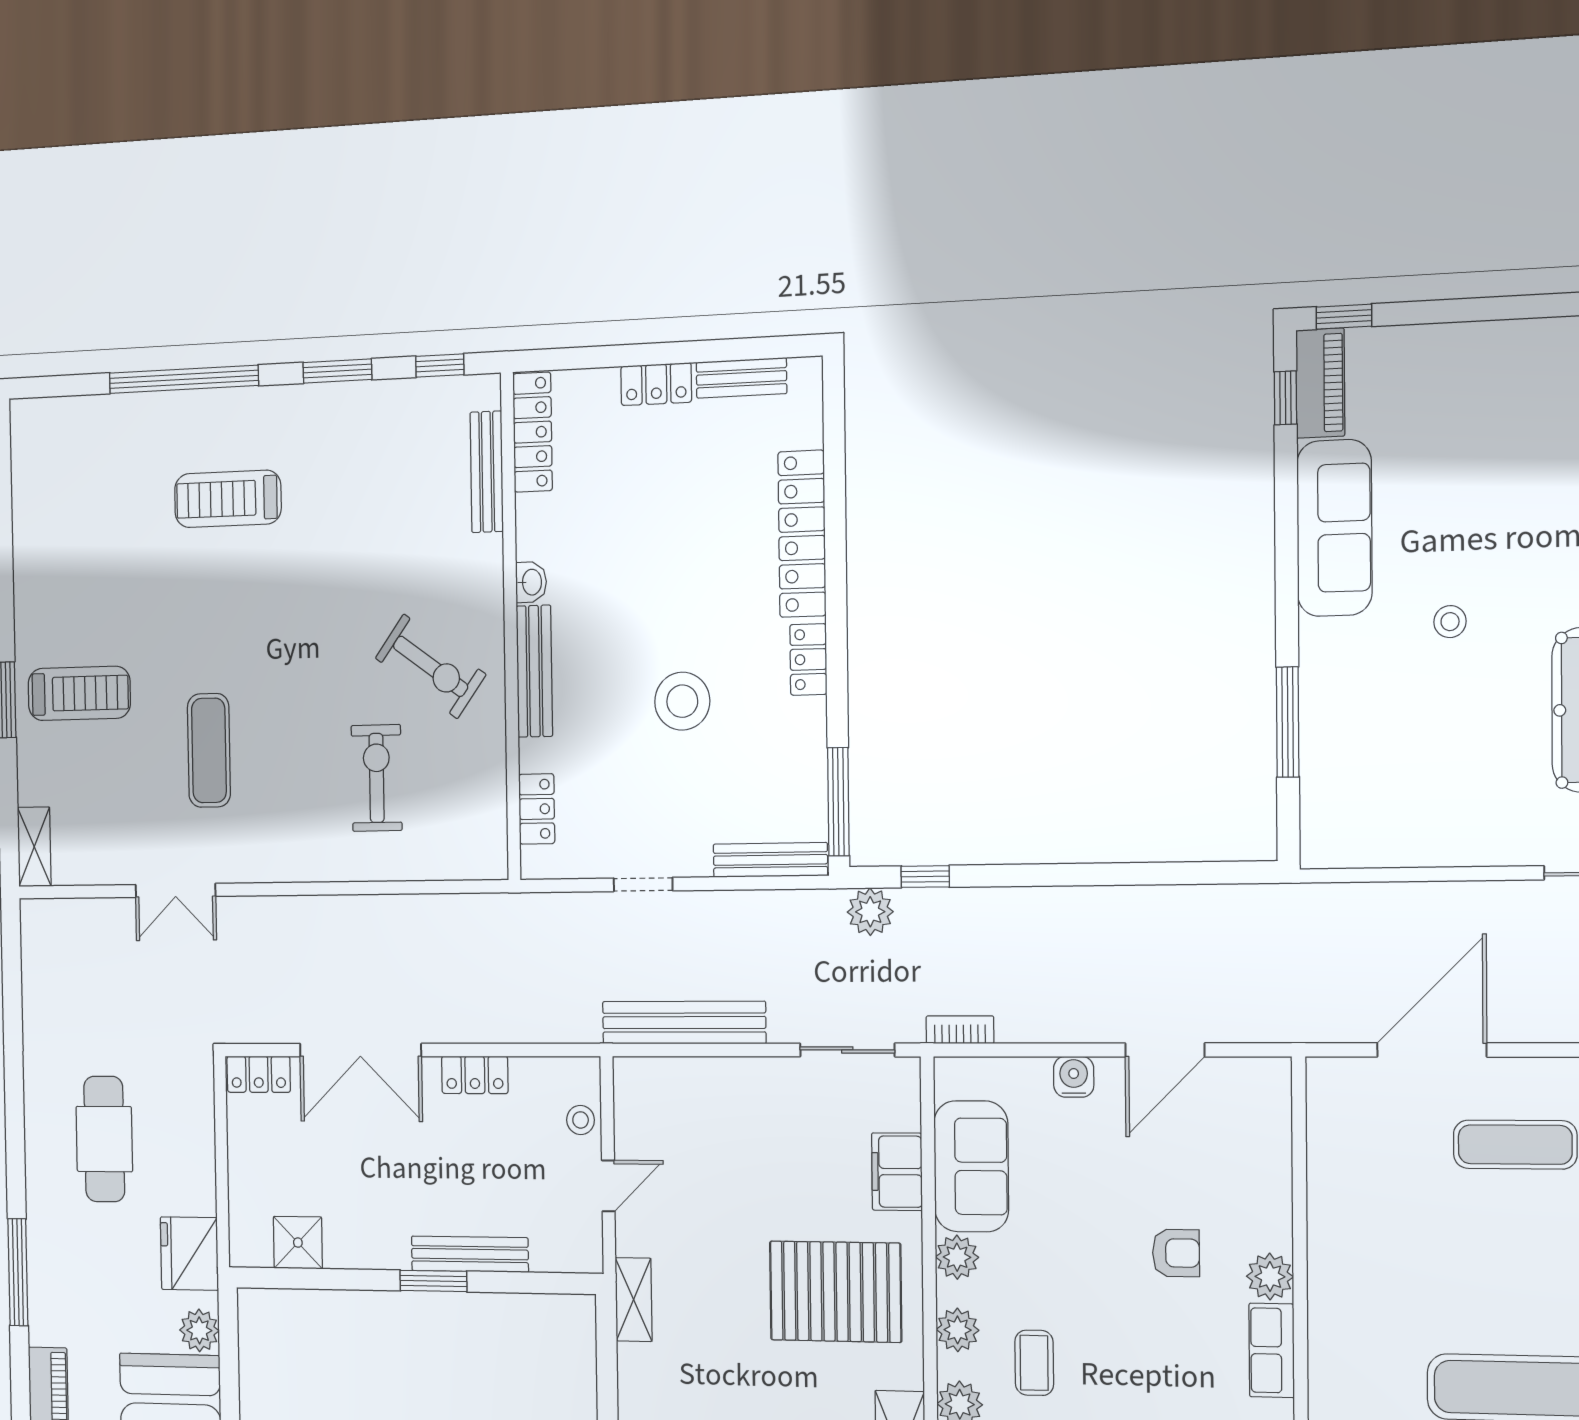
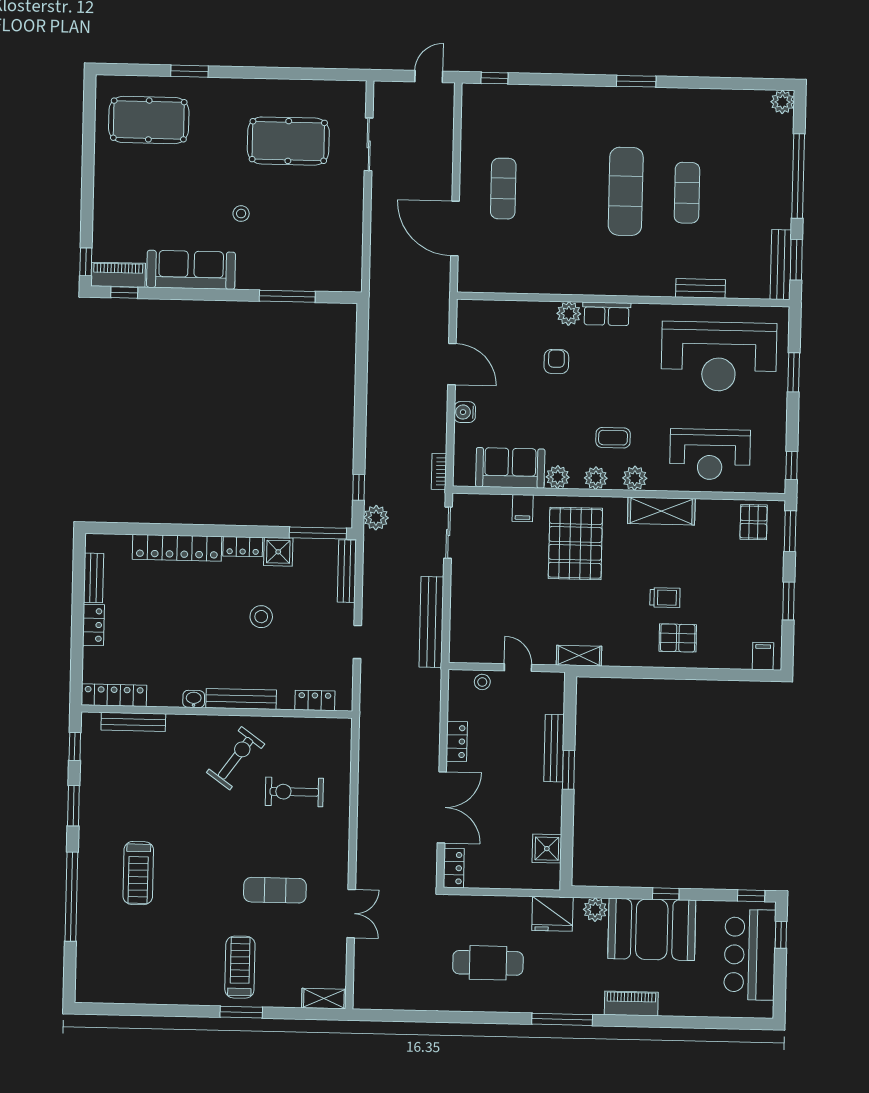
stool: (682, 701) -> (261, 617), width x0.73, depth x0.73
shower: (801, 728) -> (278, 552), added
filing cabinet: (897, 1172) -> (523, 508), width x0.50

